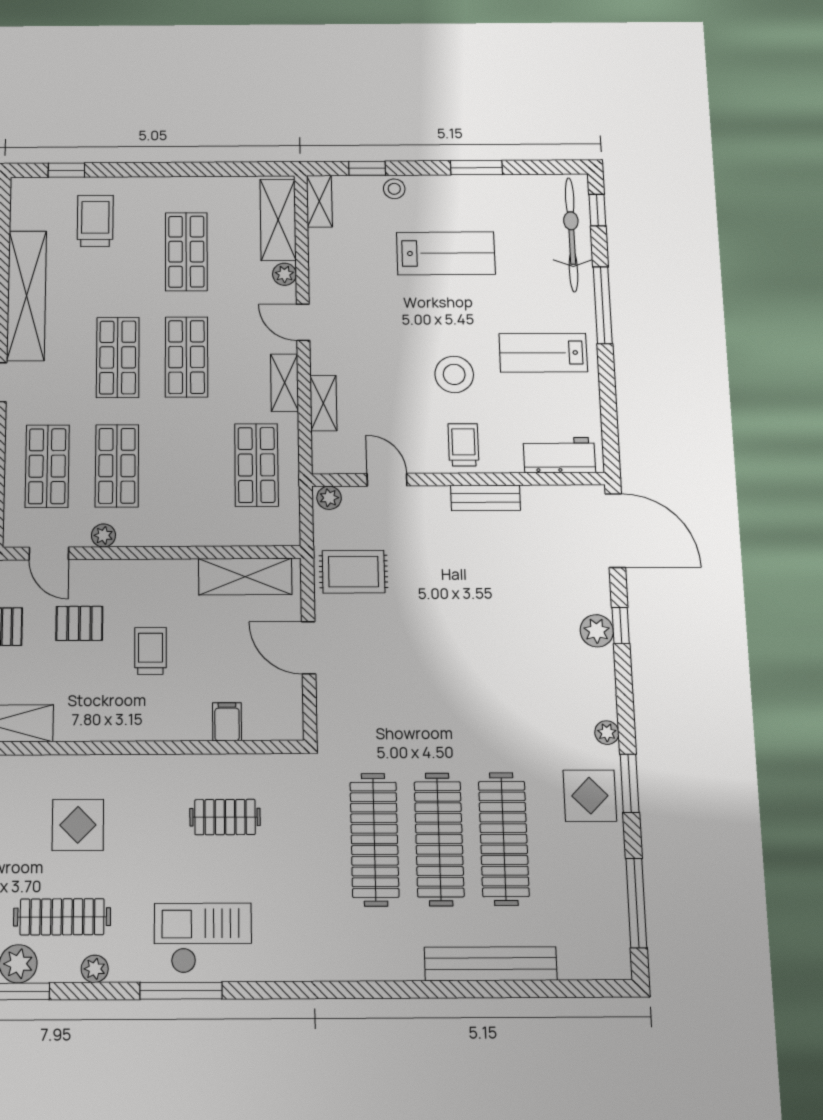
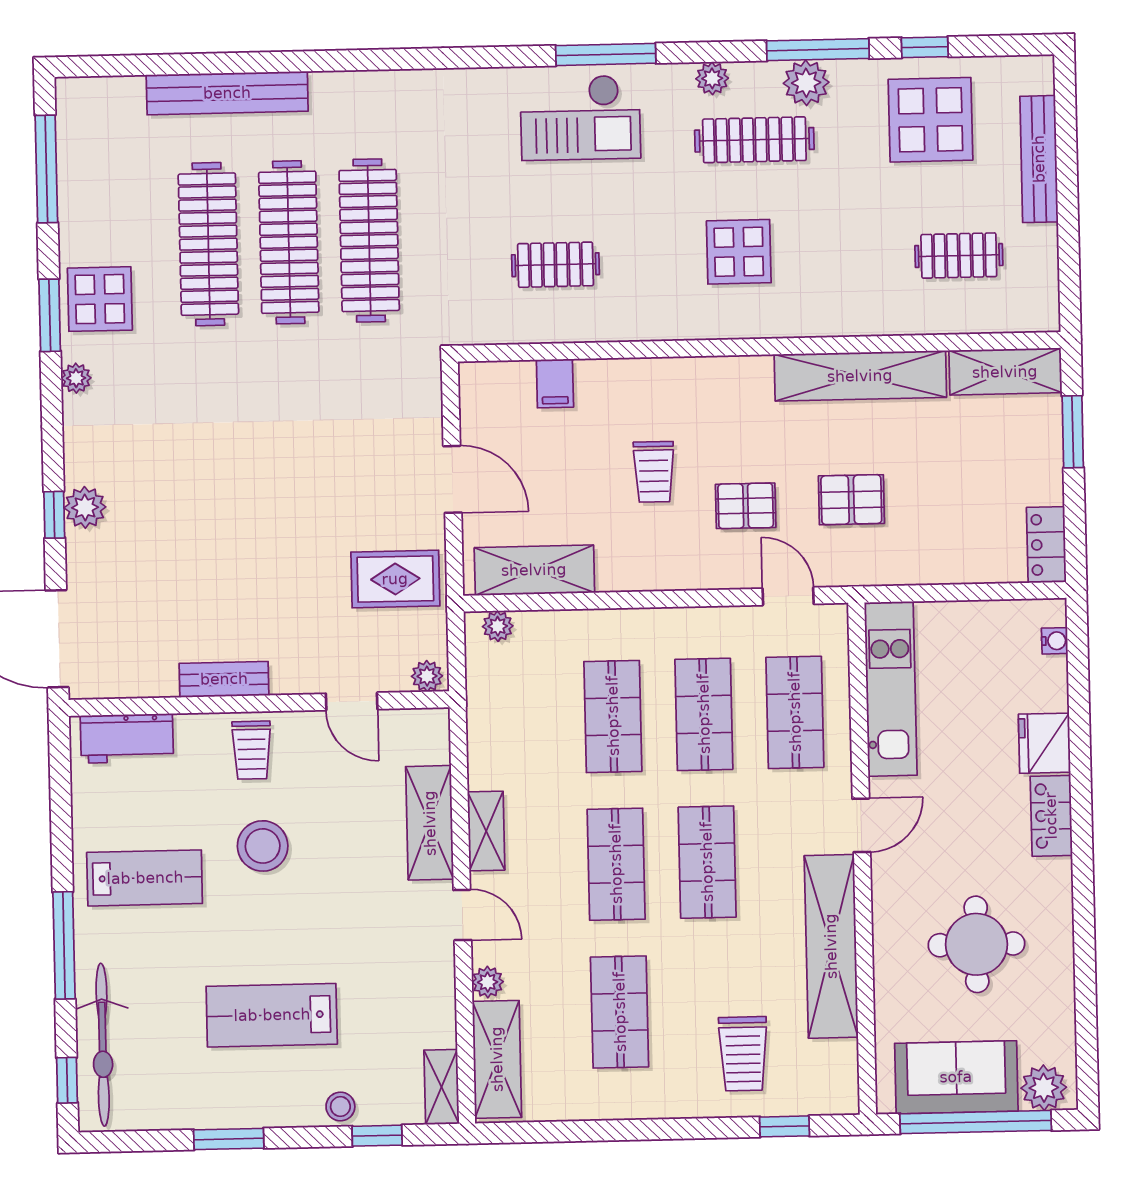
shelving: (323, 403) -> (430, 823), width x1.50, depth x1.33
shop shelf: (256, 465) -> (613, 716), moved
plant: (103, 535) -> (498, 626), moved

